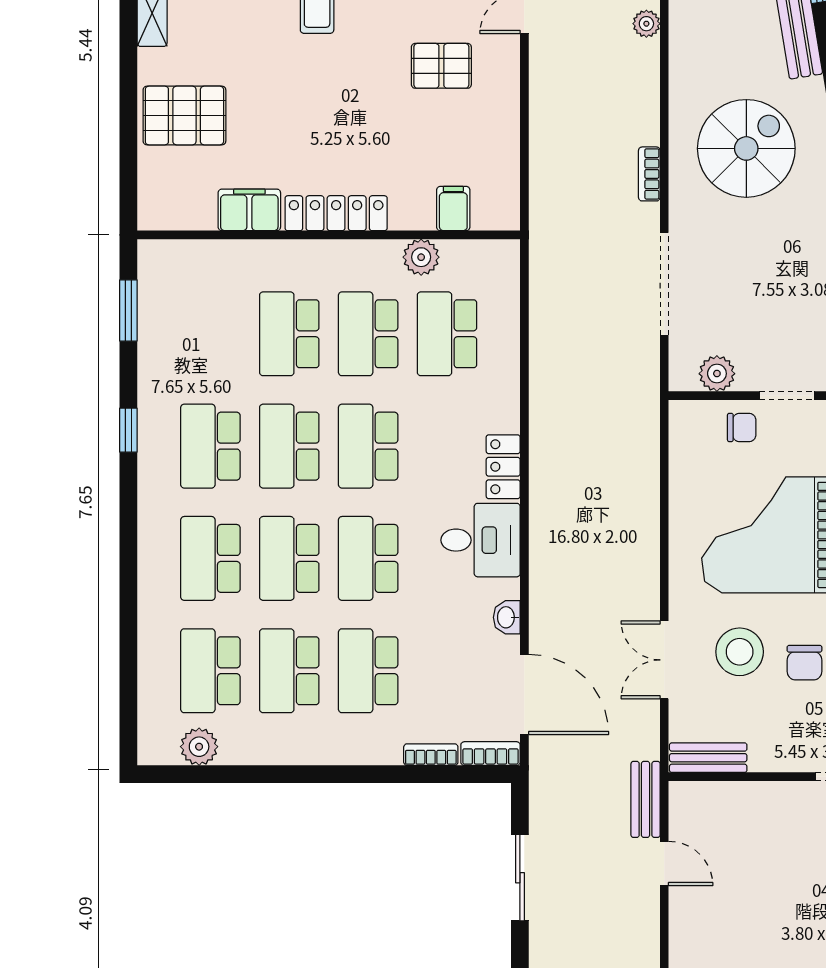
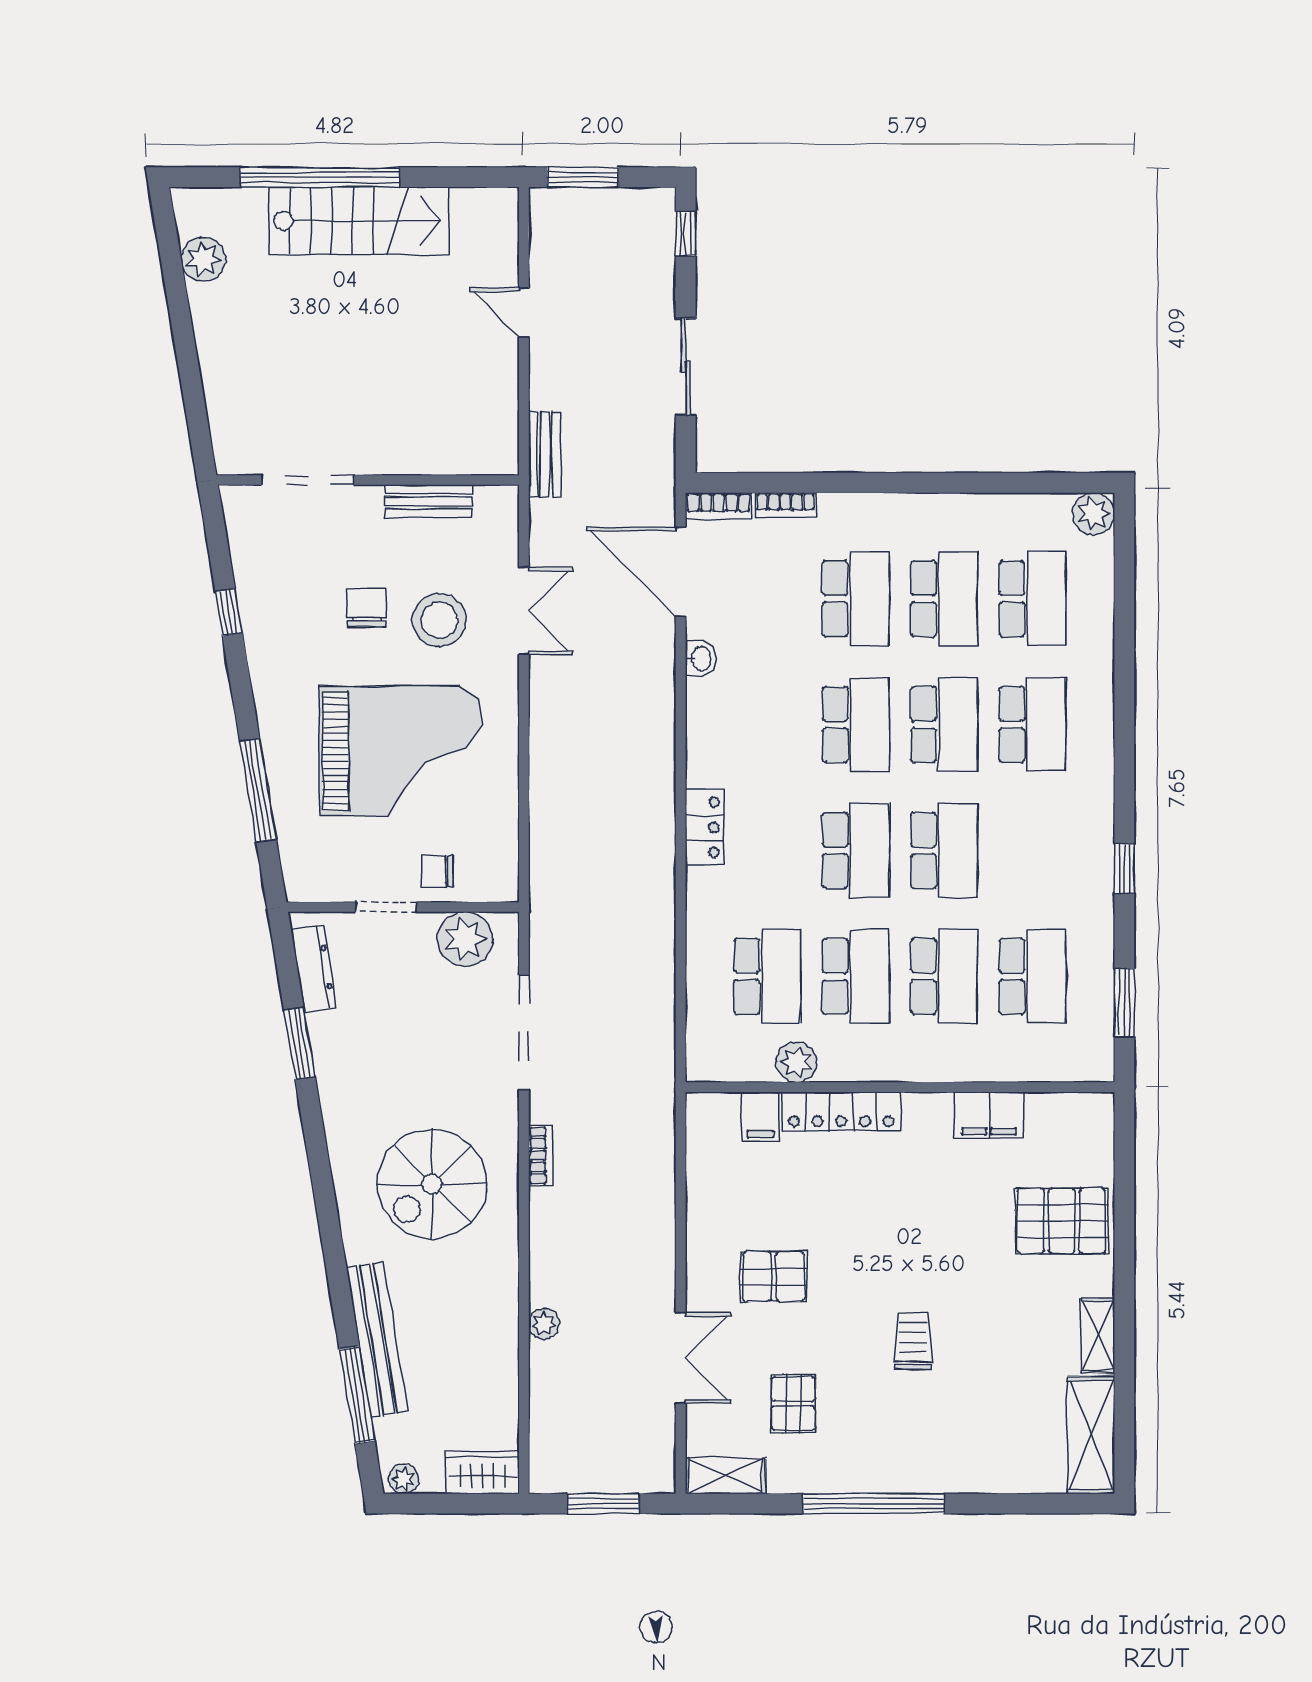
locker: (336, 213) -> (841, 1111), moved
plant: (717, 374) -> (465, 939), width x1.36, depth x1.36
school desk: (210, 446) -> (1033, 976), moved
desk: (481, 540) -> (730, 745), removed
plant: (199, 747) -> (1094, 514), moved
bench: (708, 758) -> (428, 501), moved
door: (664, 863) -> (524, 313), moved

